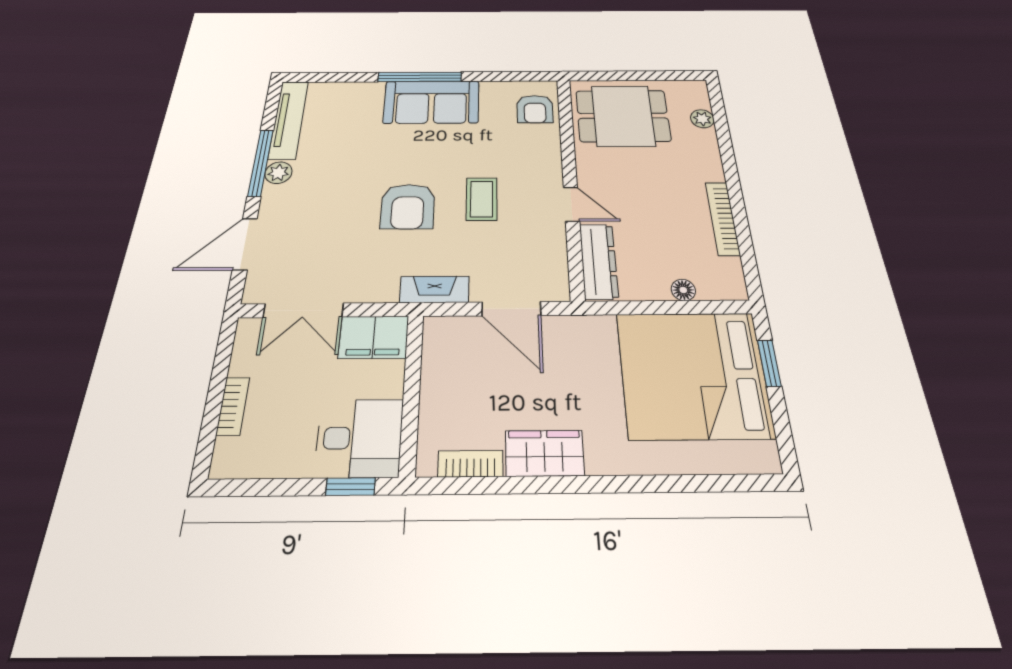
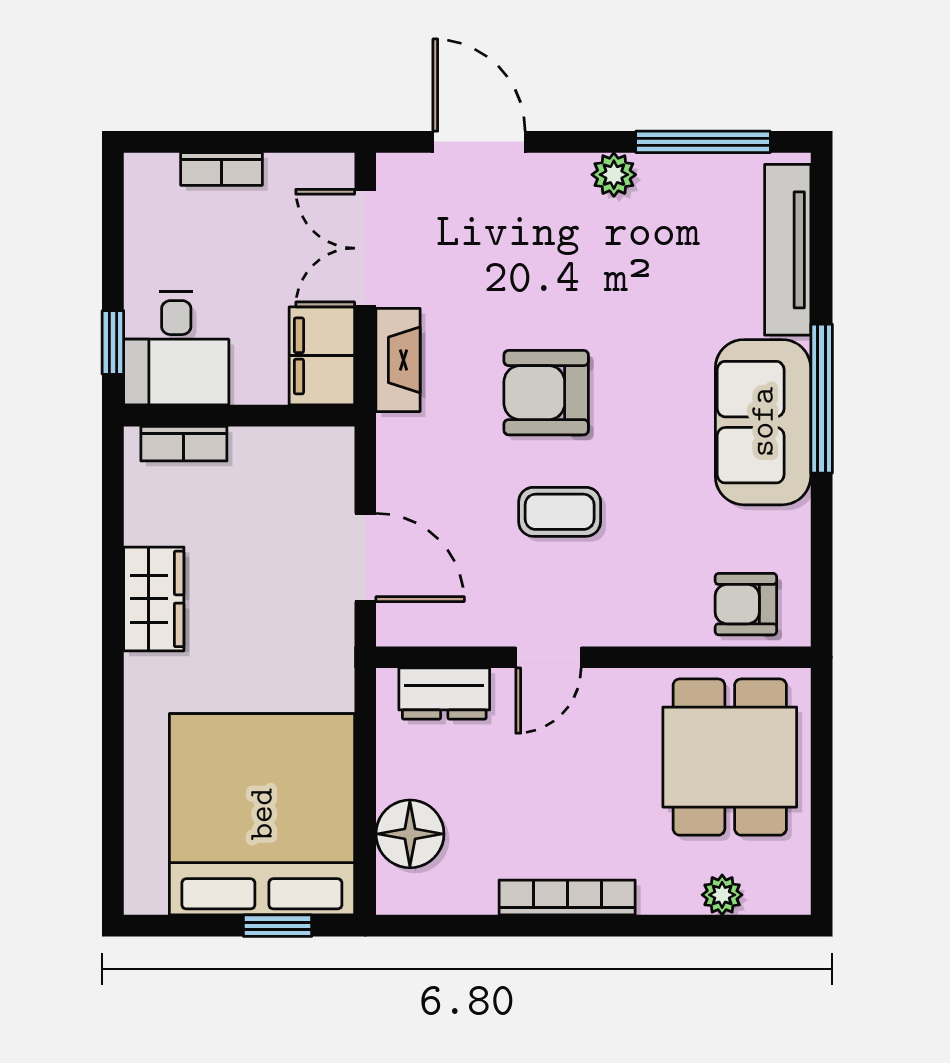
tv unit: (289, 120) -> (788, 250), moved, turned 90
window: (261, 163) -> (703, 142), moved
bookcase: (722, 218) -> (567, 898), moved
dresser: (599, 261) -> (444, 694), width x0.70
fireplace: (434, 289) -> (398, 360), moved
floor lamp: (683, 290) -> (410, 834), width x1.89, depth x1.89
door: (511, 309) -> (365, 557), swing flipped
bookcase: (471, 464) -> (184, 444), moved, turned 90

